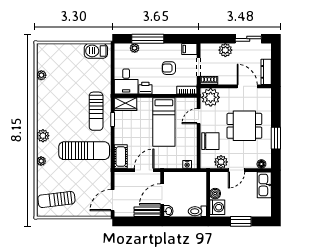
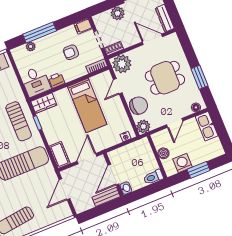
plant: (221, 162) -> (143, 127), moved
door: (113, 200) -> (65, 189), moved
washing machine: (217, 207) -> (183, 163), moved, turned -90

